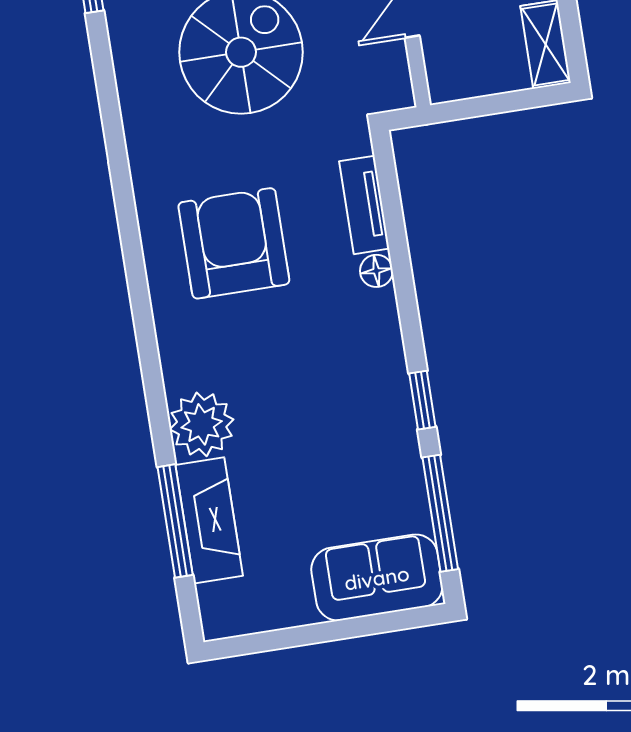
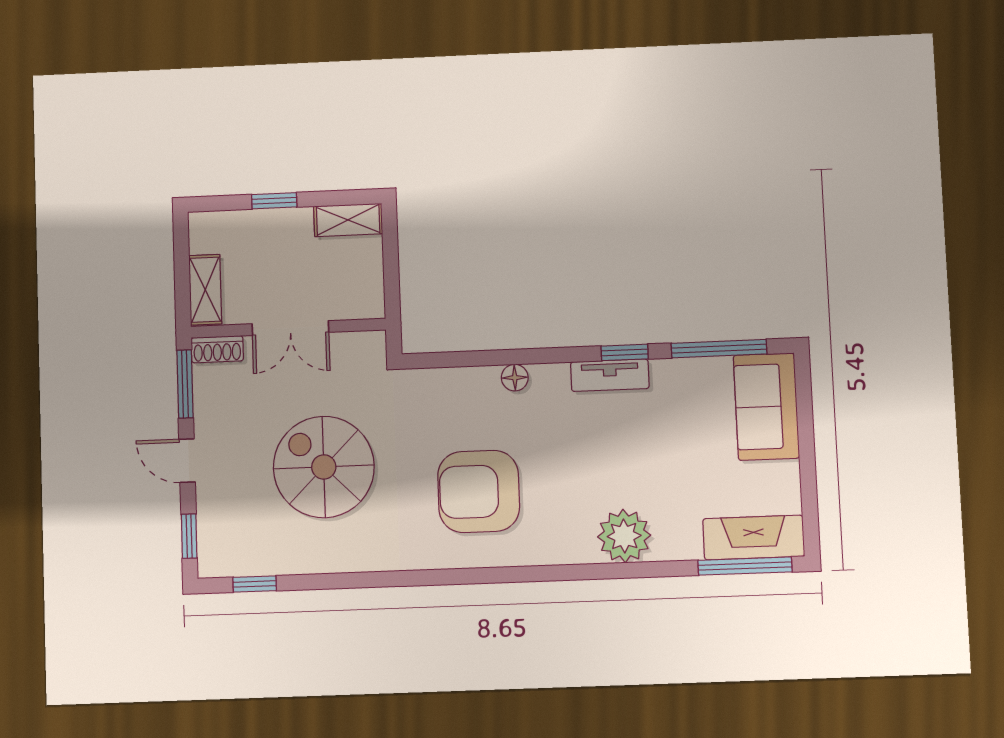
tv unit: (364, 205) -> (610, 375), moved
fireplace: (209, 520) -> (754, 538), moved
window: (175, 521) -> (745, 566), moved

